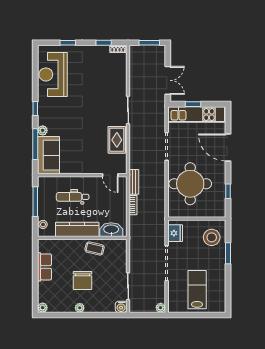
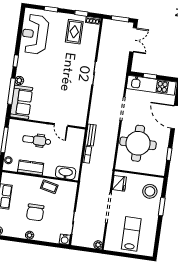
double door: (168, 80) -> (133, 40), moved
rug: (117, 140) -> (74, 32), moved
door: (110, 175) -> (61, 125), moved
kitchen counter: (77, 229) -> (31, 168), width x0.67

